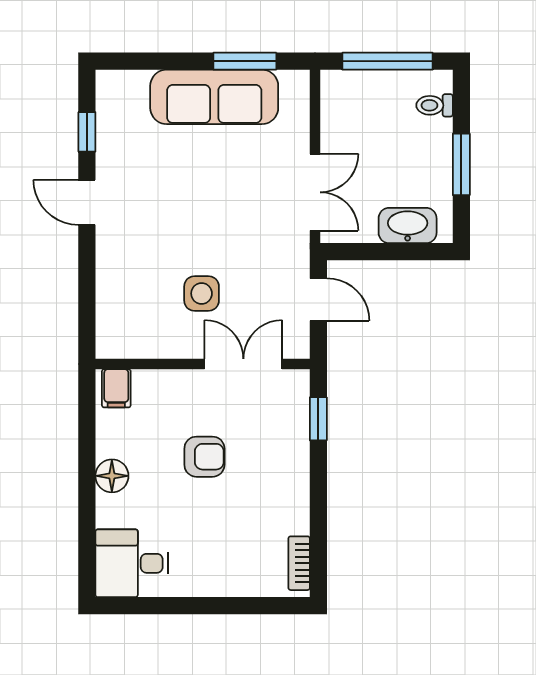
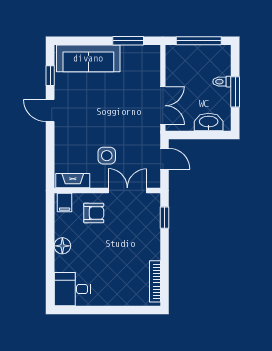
sofa: (214, 97) -> (88, 58), moved
toilet: (435, 105) -> (222, 82), moved
fireplace: (133, 344) -> (73, 181), added
armchair: (204, 457) -> (94, 213), moved
bookcase: (299, 563) -> (155, 281), width x1.56

